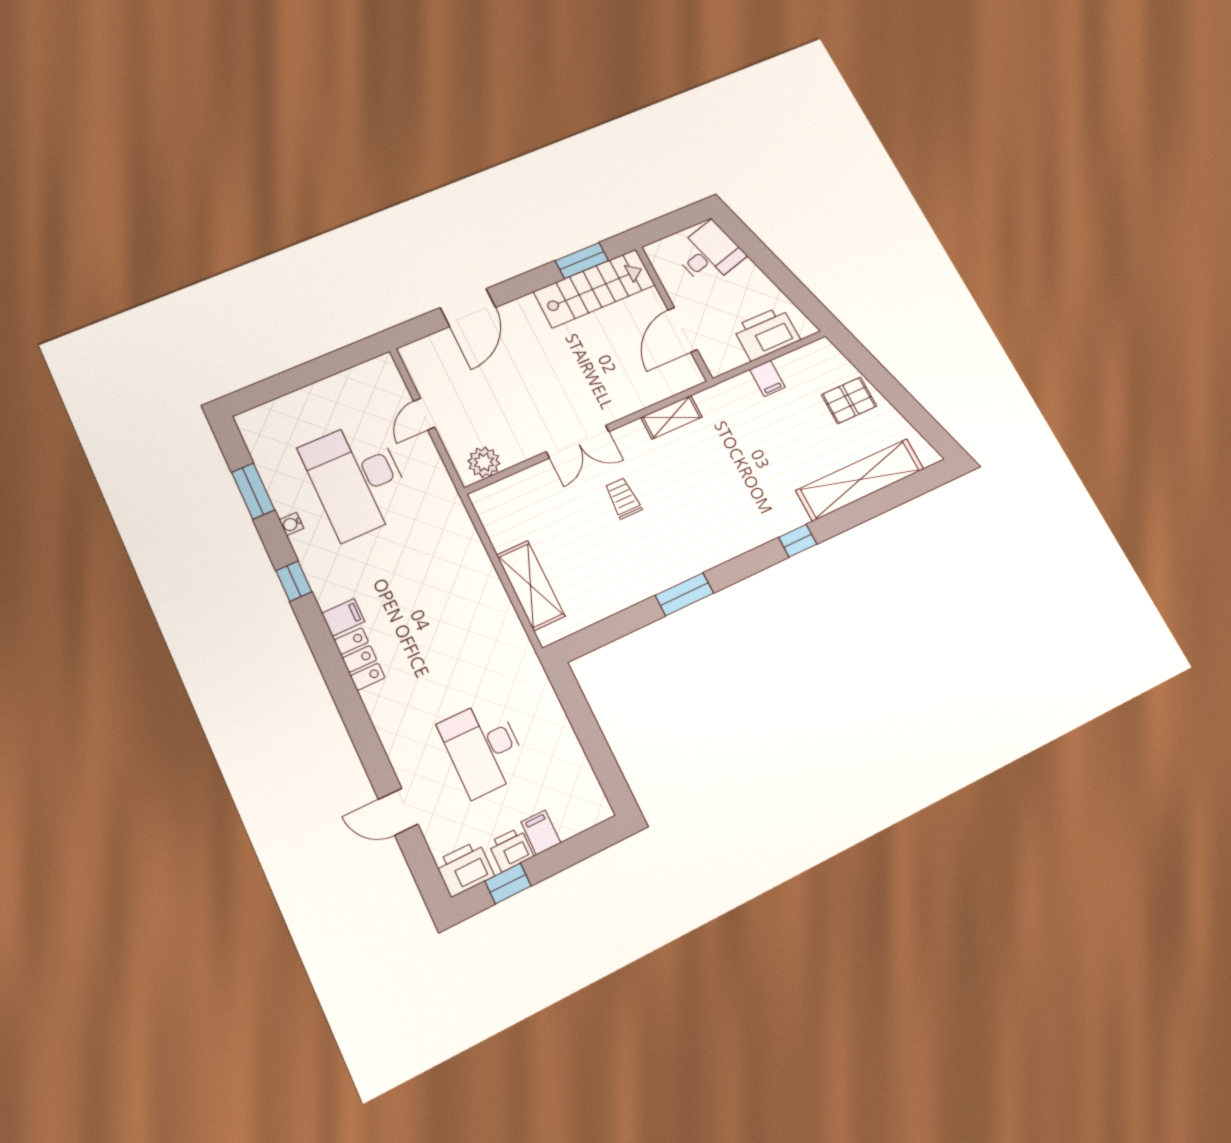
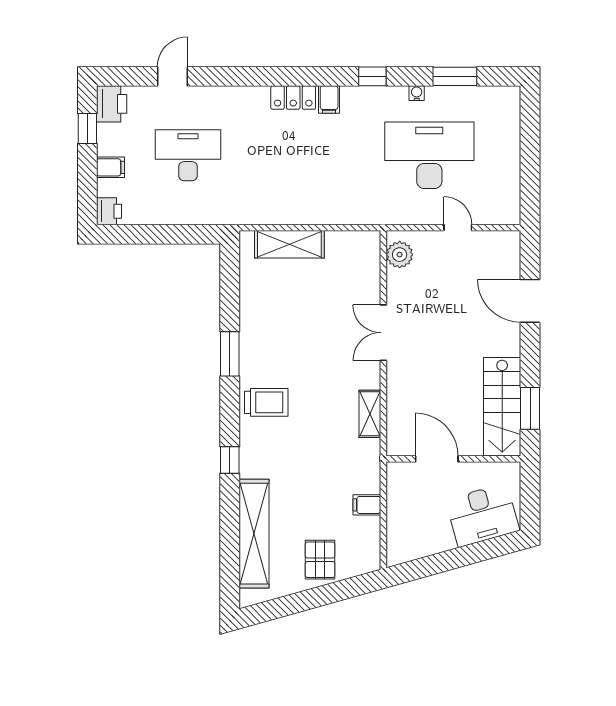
desk: (709, 254) -> (482, 515), width x1.37
printer: (766, 333) -> (404, 524), removed
trolley: (623, 498) -> (266, 402), moved, width x1.36, depth x1.39
printer: (511, 849) -> (109, 211), moved

